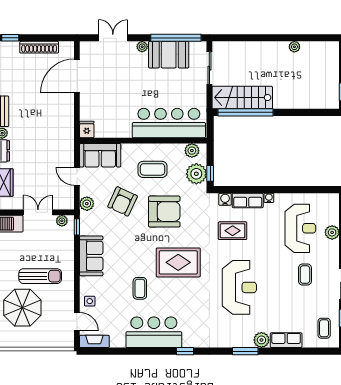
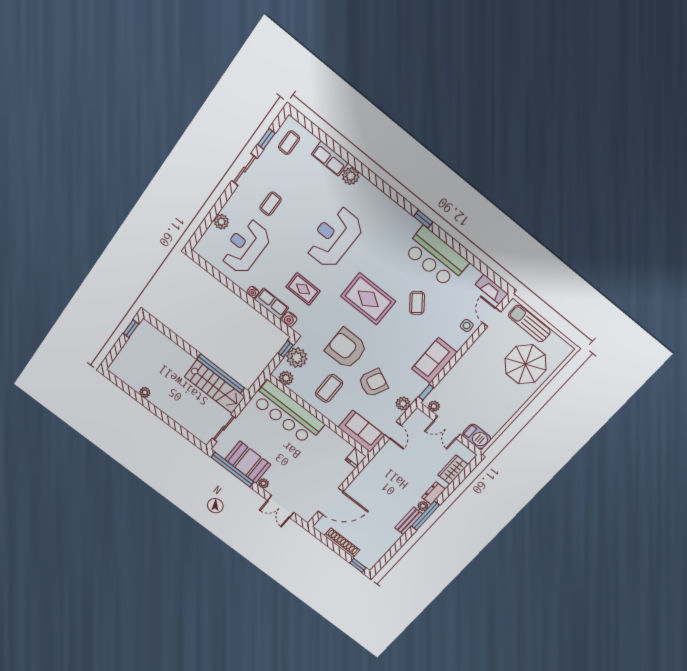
coffee table: (153, 169) -> (329, 388), turned 90
sun lounger: (40, 276) -> (529, 323), moved
coffee table: (140, 288) -> (417, 303), turned -38
window: (245, 351) -> (372, 177), removed

